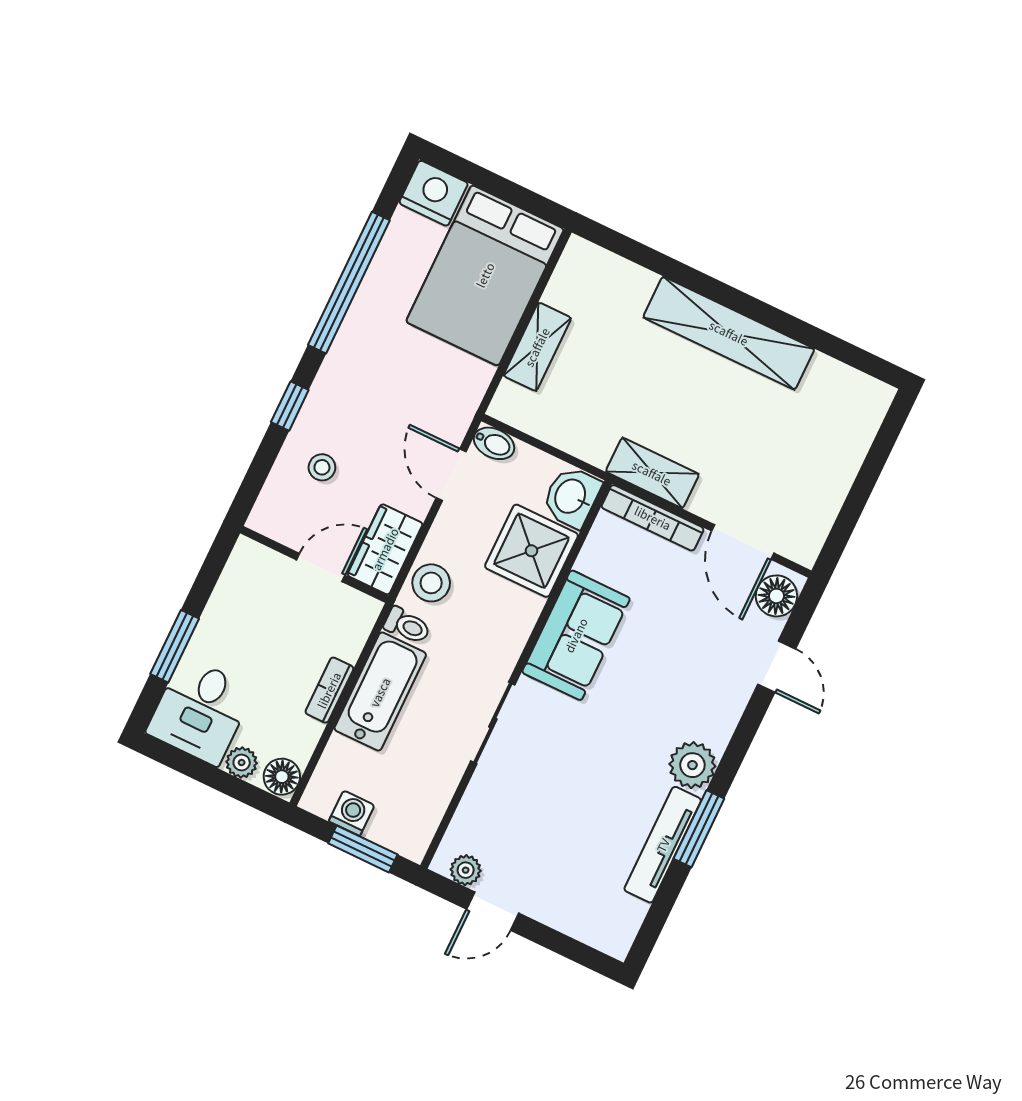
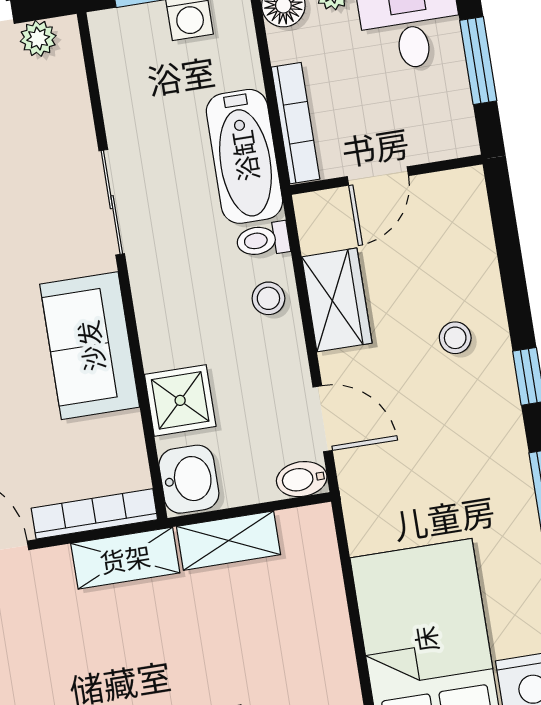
shelving: (537, 347) -> (229, 541), moved, turned 90
shower: (531, 551) -> (180, 400), width x0.73, depth x0.73
wall: (314, 564) -> (386, 175), moved
door: (321, 568) -> (378, 176), moved
stool: (431, 583) -> (268, 298), width x0.73, depth x0.73
bookcase: (329, 690) -> (296, 123), width x1.56

